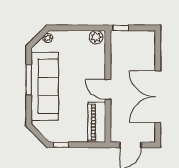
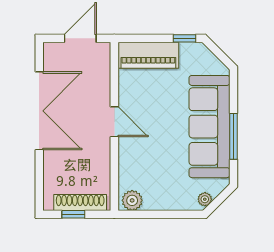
window: (121, 28) -> (73, 214), moved
shoe rack: (131, 36) -> (80, 203), added
piano: (97, 122) -> (148, 55), moved, turned 90

